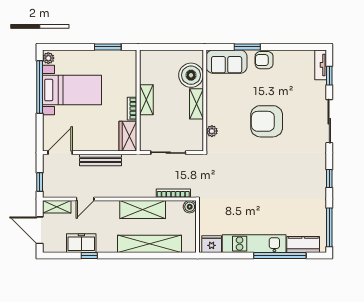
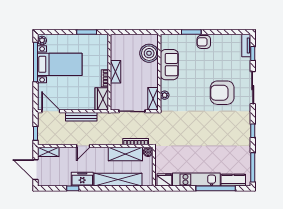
sofa: (227, 62) -> (169, 65), moved, turned -90
shelving: (196, 104) -> (153, 99), moved
armchair: (267, 121) -> (222, 93), moved
door: (60, 153) -> (51, 111), hinge flipped
door: (85, 199) -> (83, 146), moved
shelving: (143, 210) -> (125, 154), moved
freezer: (81, 243) -> (82, 179), moved

